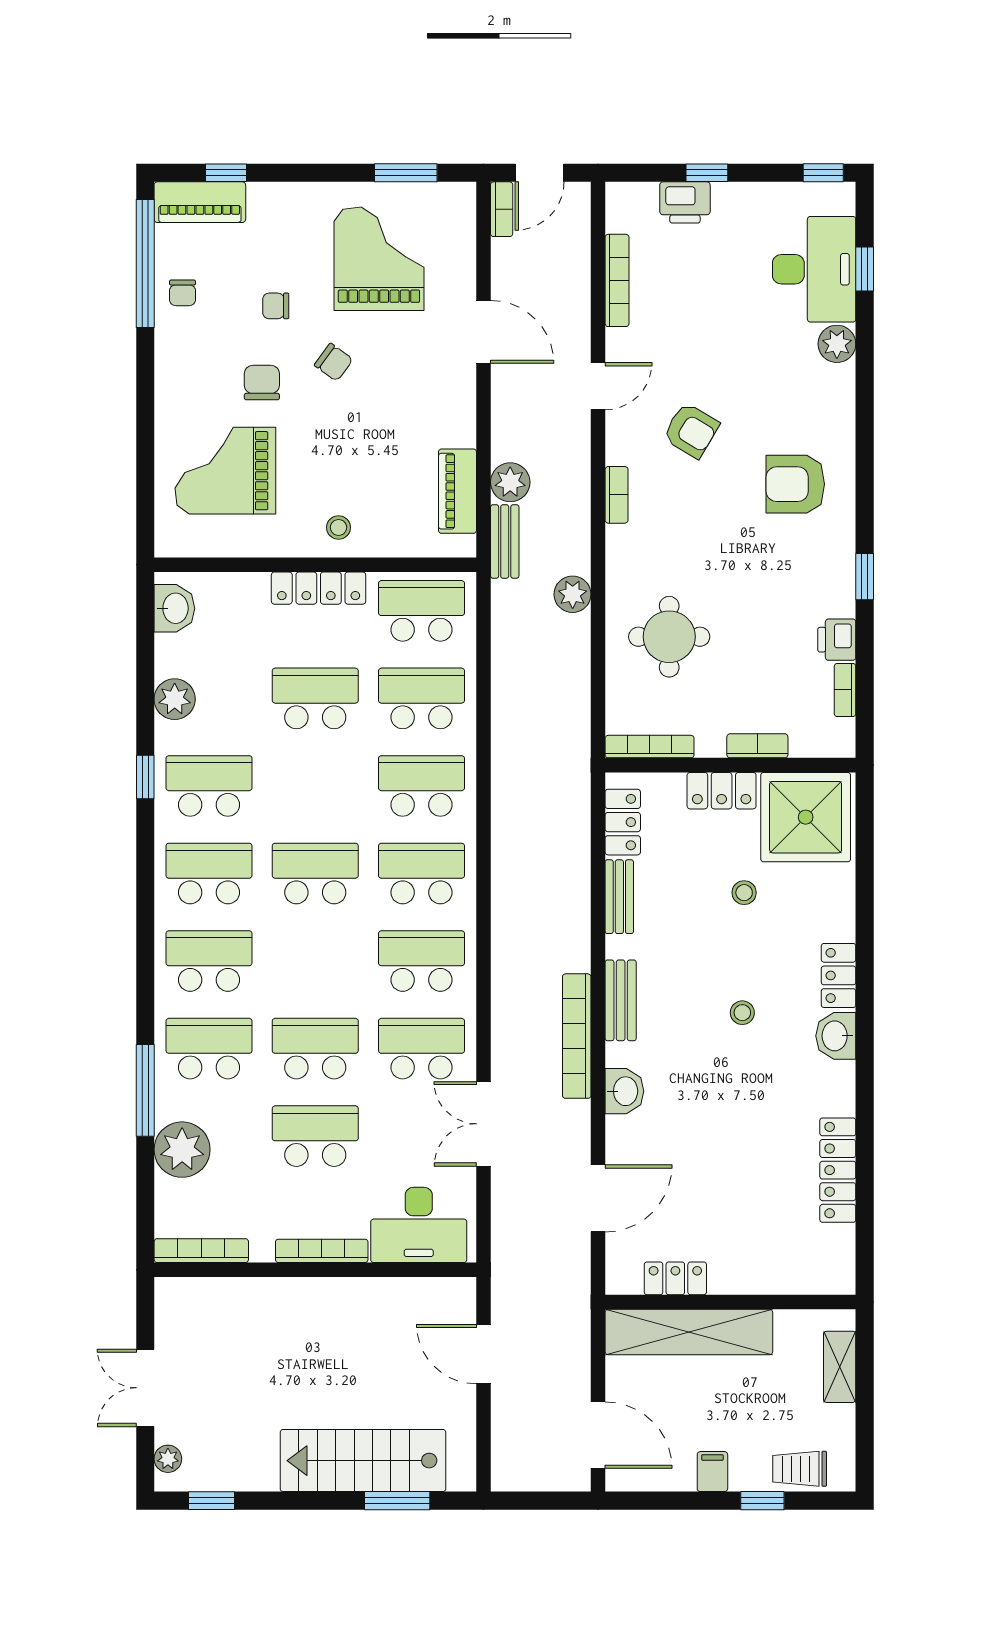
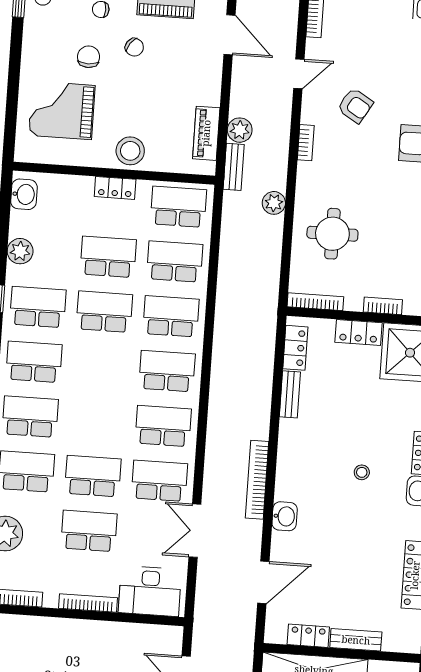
stool: (339, 527) -> (130, 151), width x1.89, depth x1.89
locker: (319, 588) -> (115, 188), width x0.66
school desk: (315, 873) -> (104, 312), moved
stool: (744, 893) -> (368, 397), removed
bench: (621, 1000) -> (356, 640), moved, turned 90

